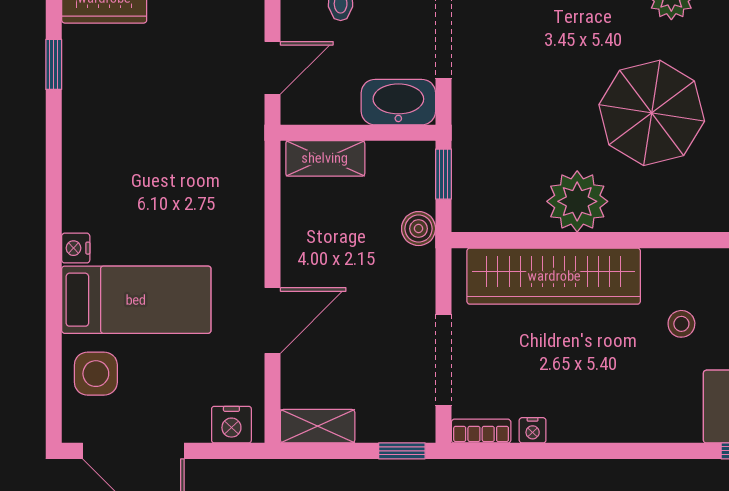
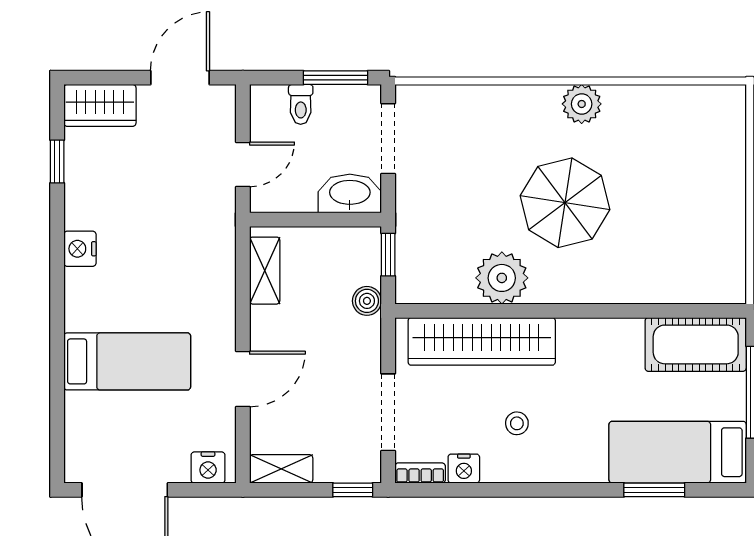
shelving: (325, 158) -> (265, 271), moved, turned 90
nightstand: (76, 248) -> (80, 249), moved, width x1.39, depth x1.35
stool: (681, 324) -> (517, 423), moved
side table: (96, 374) -> (93, 424), removed
nightstand: (533, 430) -> (464, 469), width x1.39, depth x1.35

